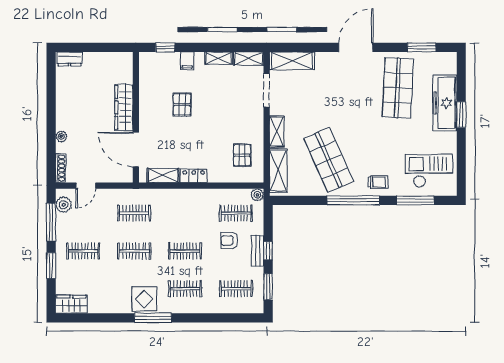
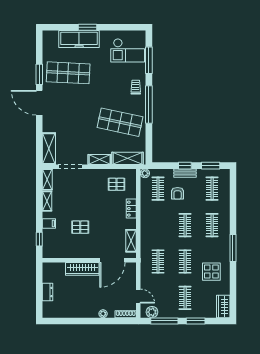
window: (422, 47) -> (39, 74), moved
dresser: (70, 59) -> (48, 292), moved
shop shelf: (329, 160) -> (120, 122), turned 36
checkout: (429, 171) -> (128, 50), turned -90
locker: (194, 176) -> (131, 209), moved
display table: (144, 299) -> (211, 272), moved

